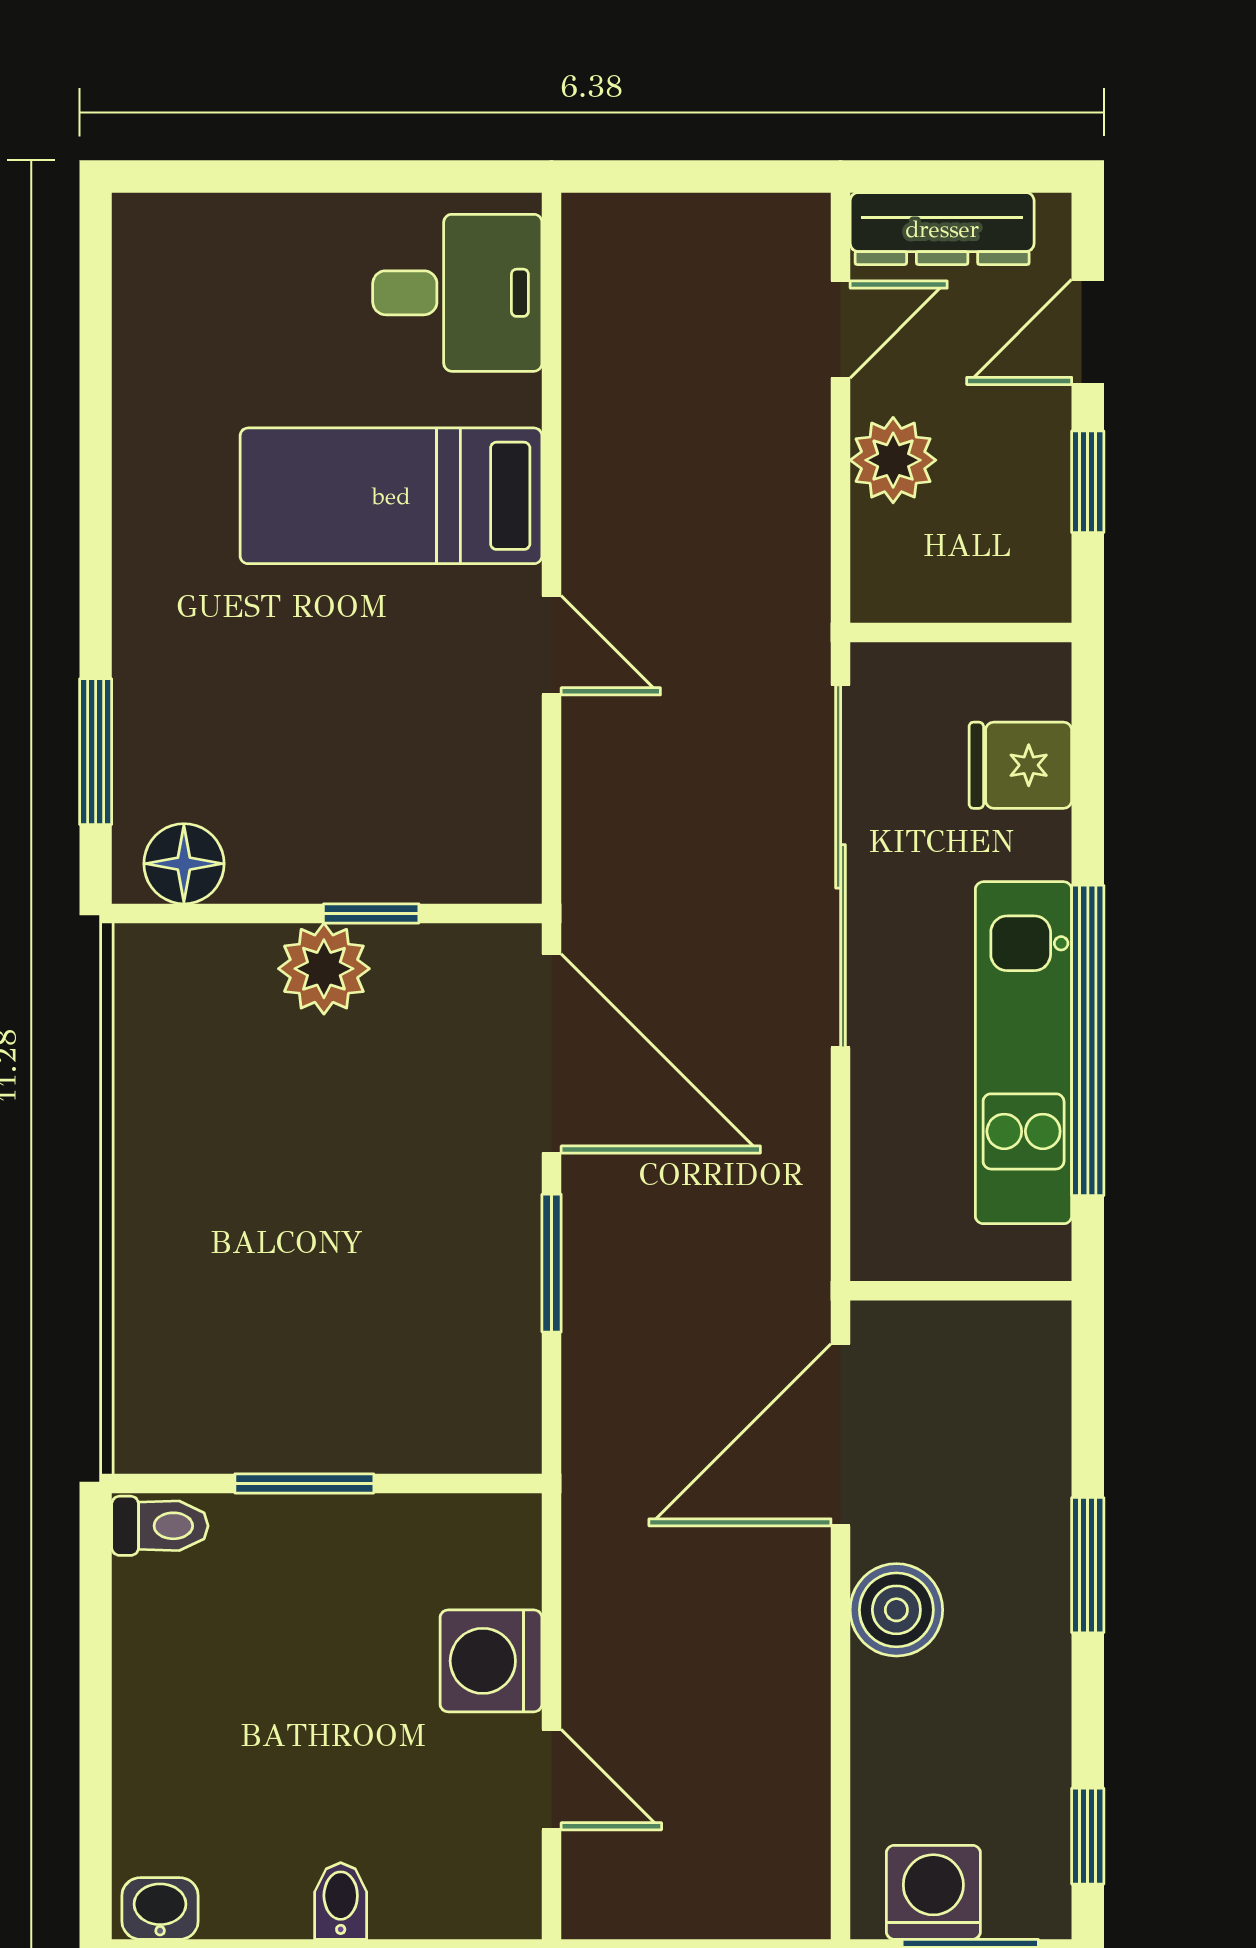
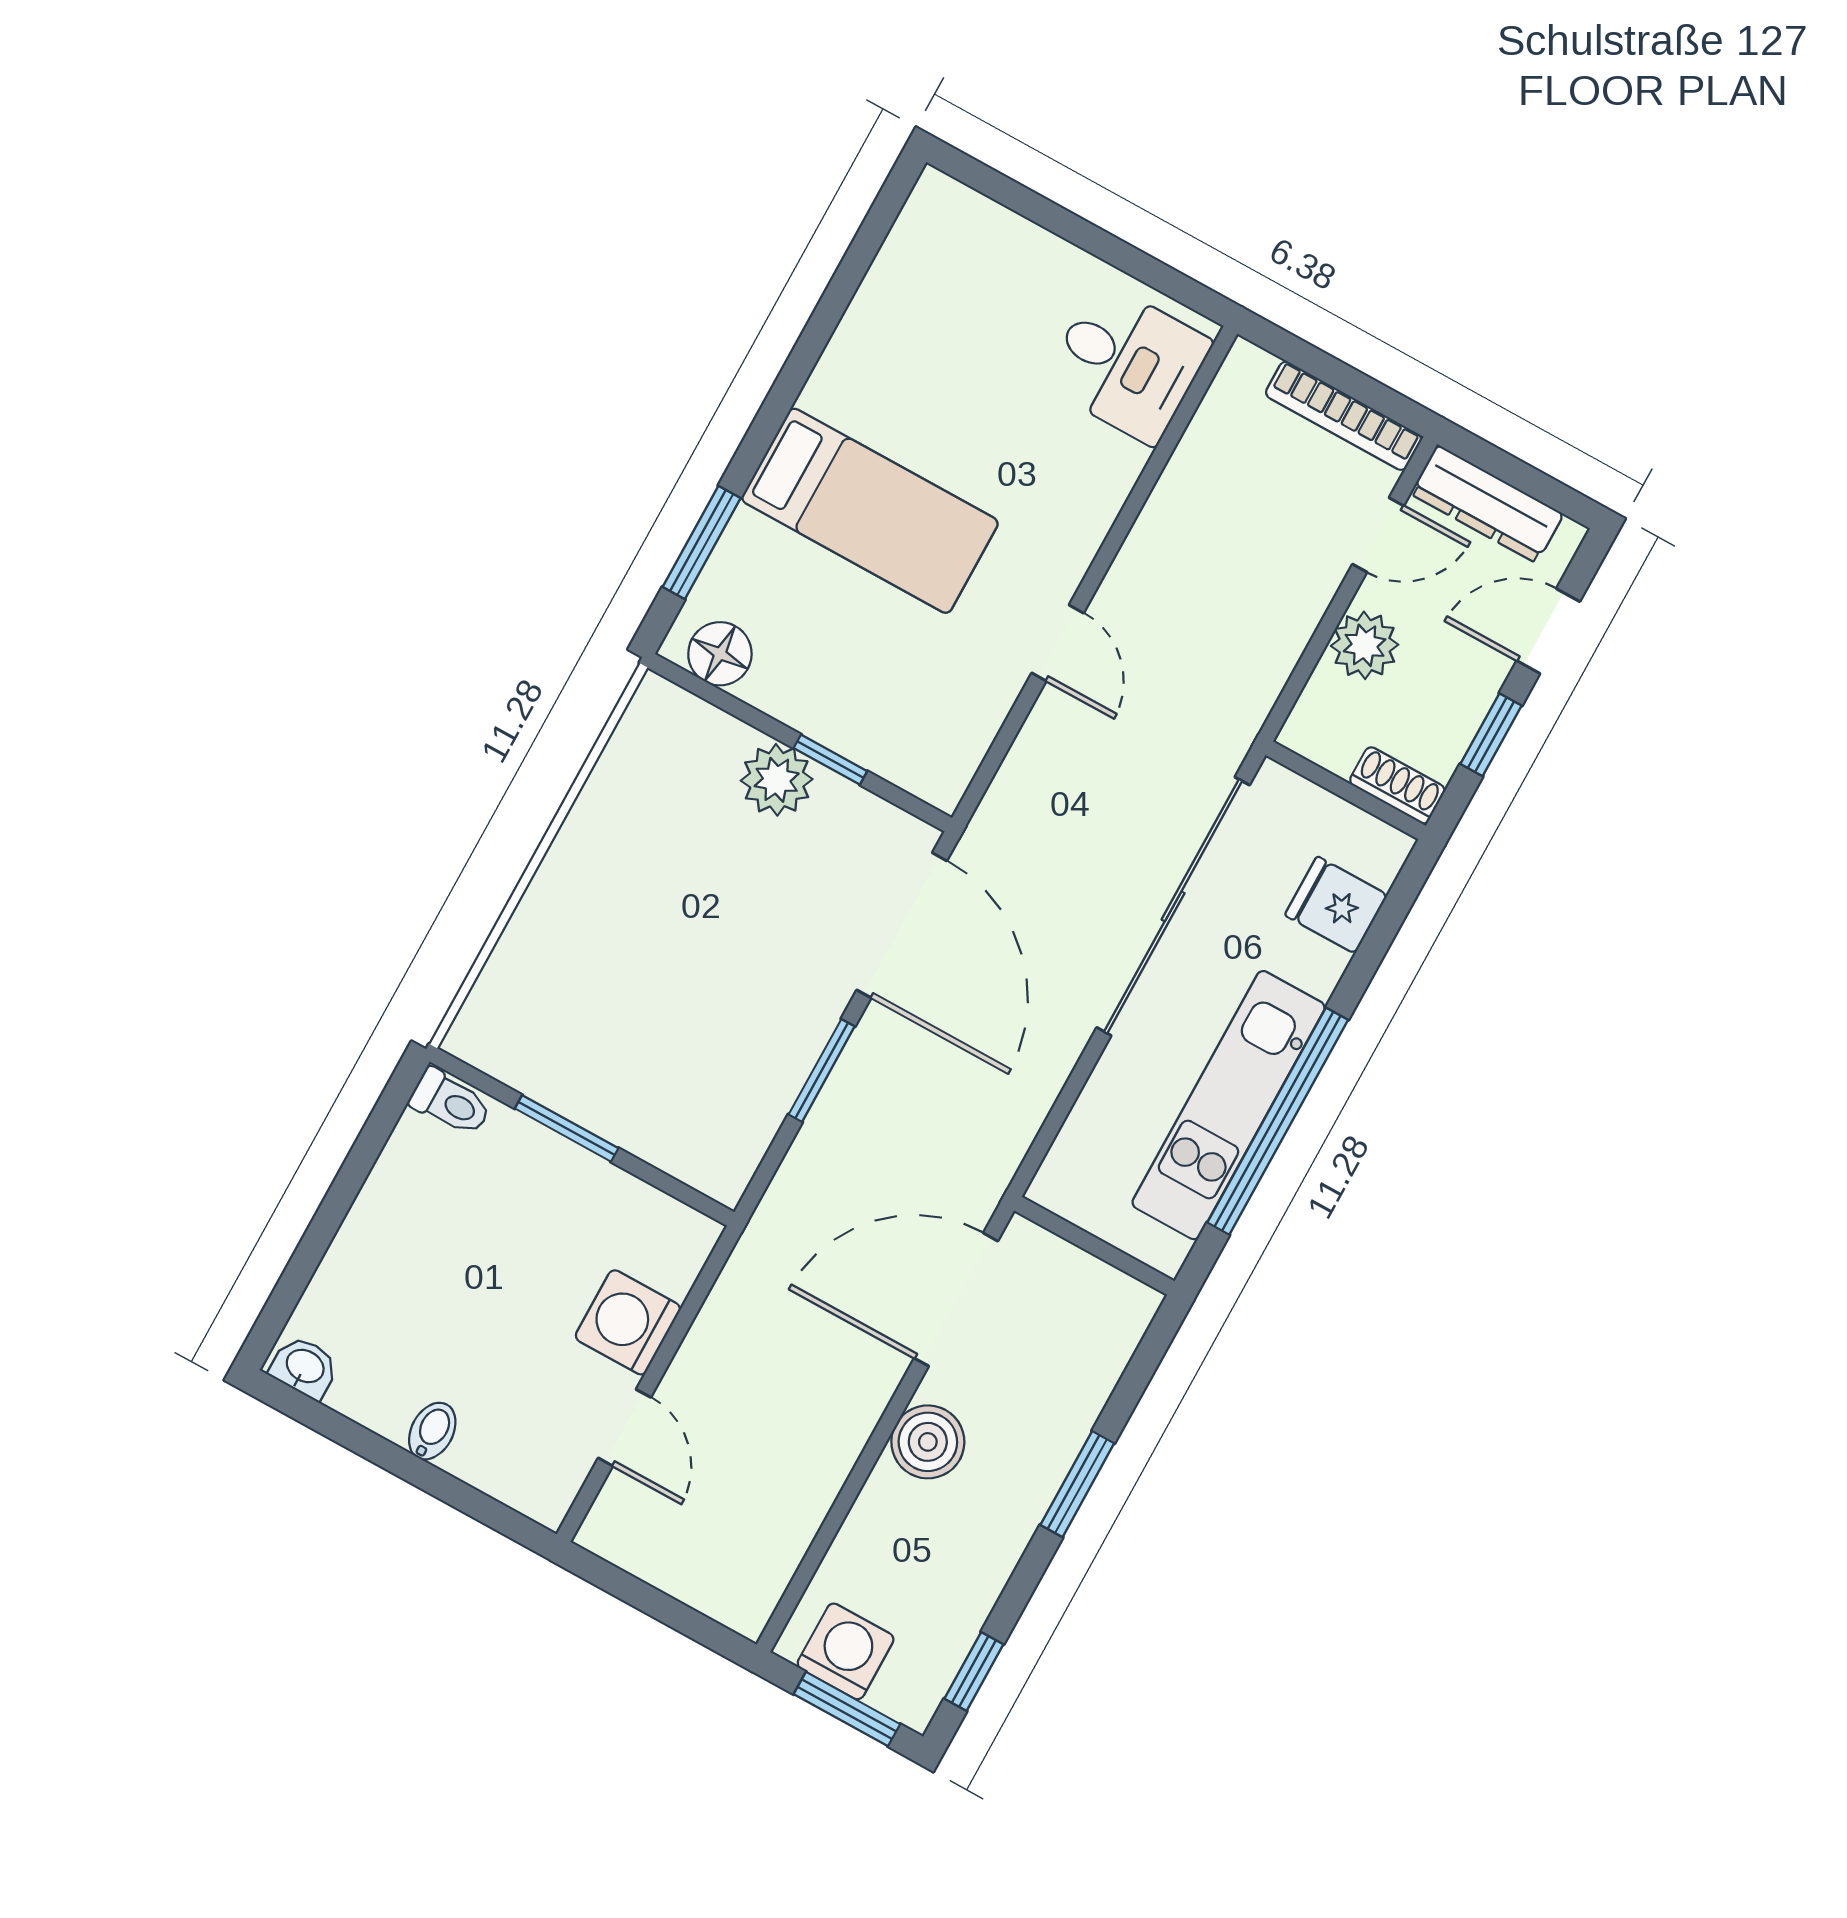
bookcase: (729, 219) -> (1344, 416), added
bed: (391, 496) -> (870, 511), moved, turned 180
shoe rack: (1015, 595) -> (1397, 785), added

